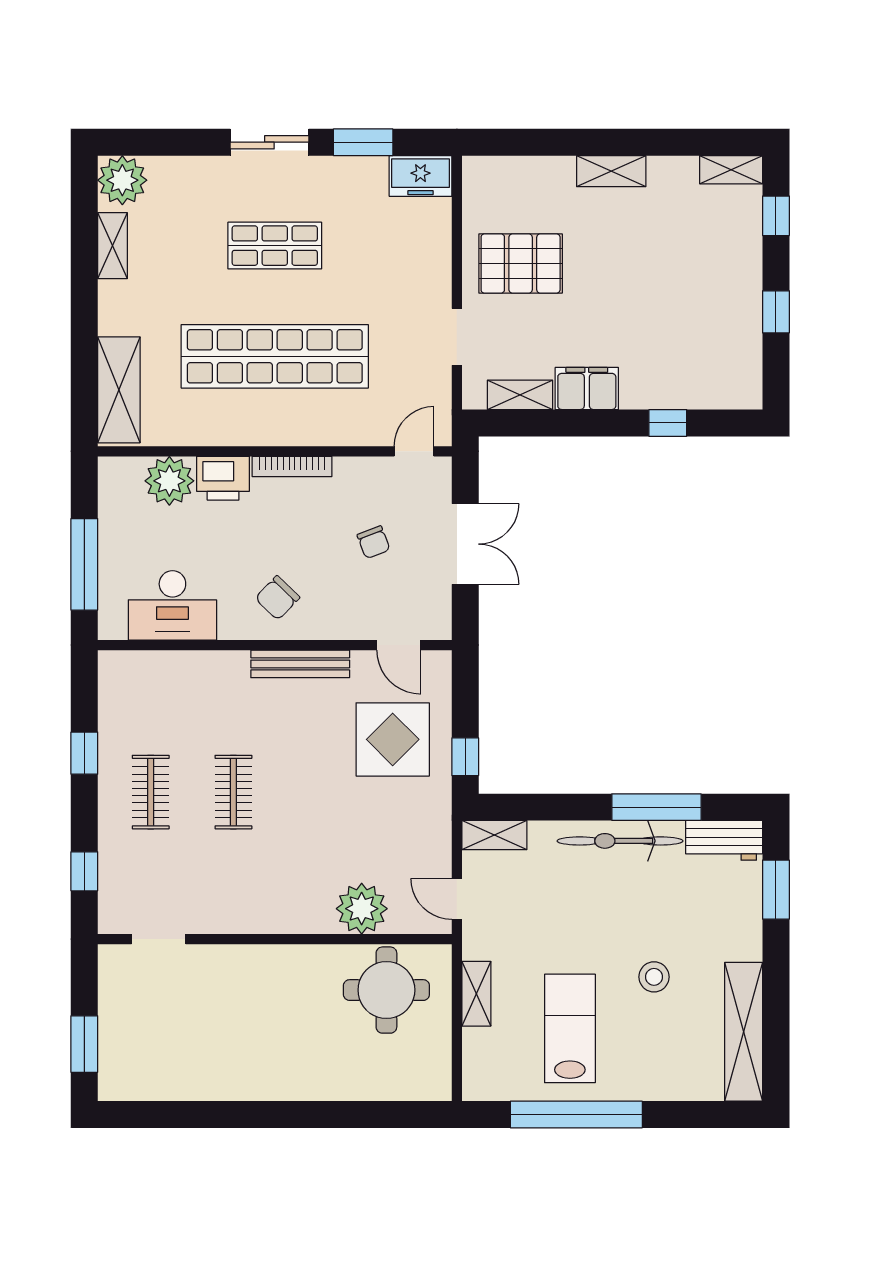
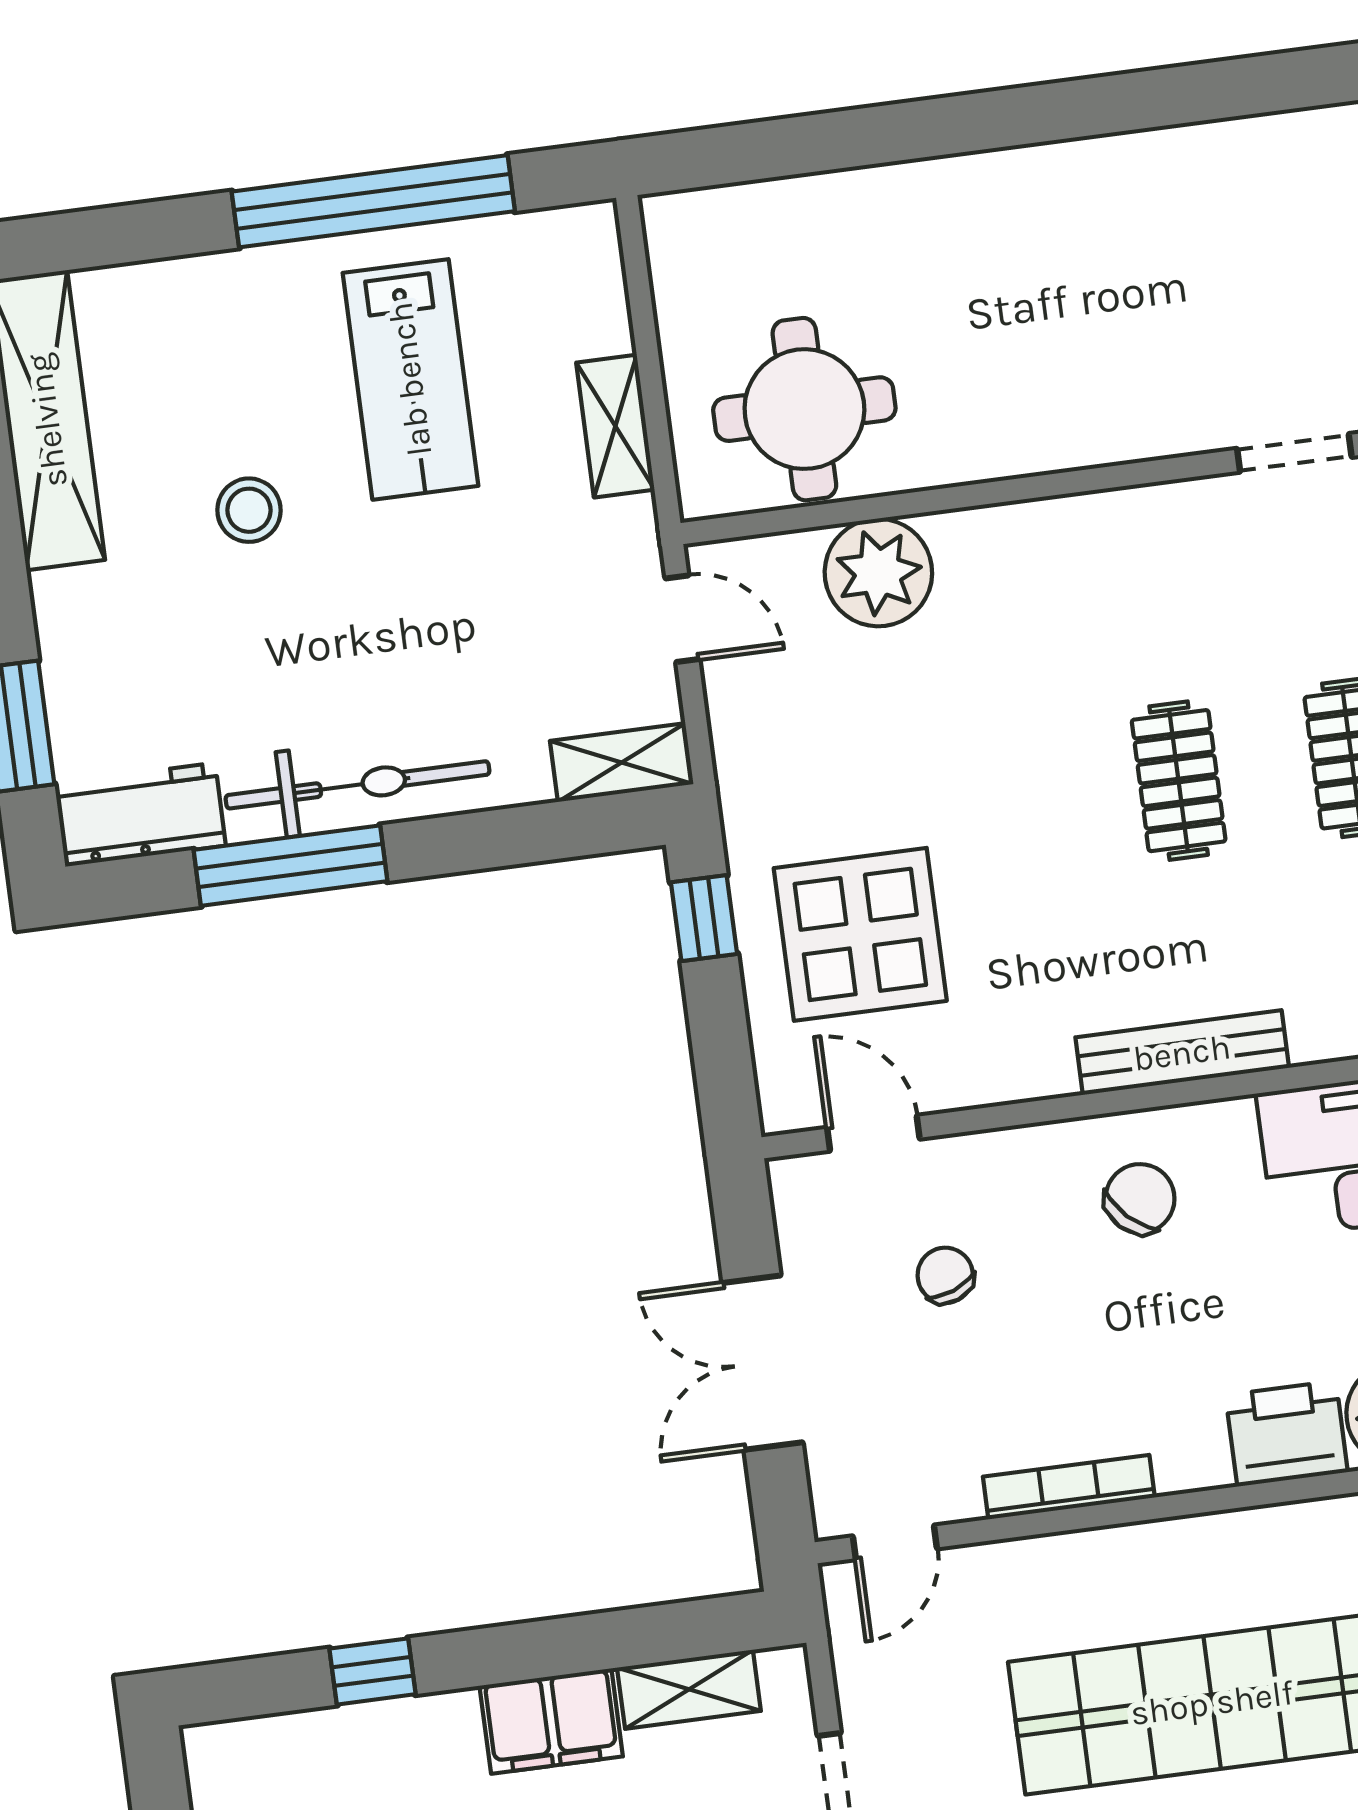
bookcase: (292, 467) -> (1069, 1487), moved
chair: (374, 542) -> (945, 1275), moved
bench: (300, 664) -> (1182, 1053), moved

